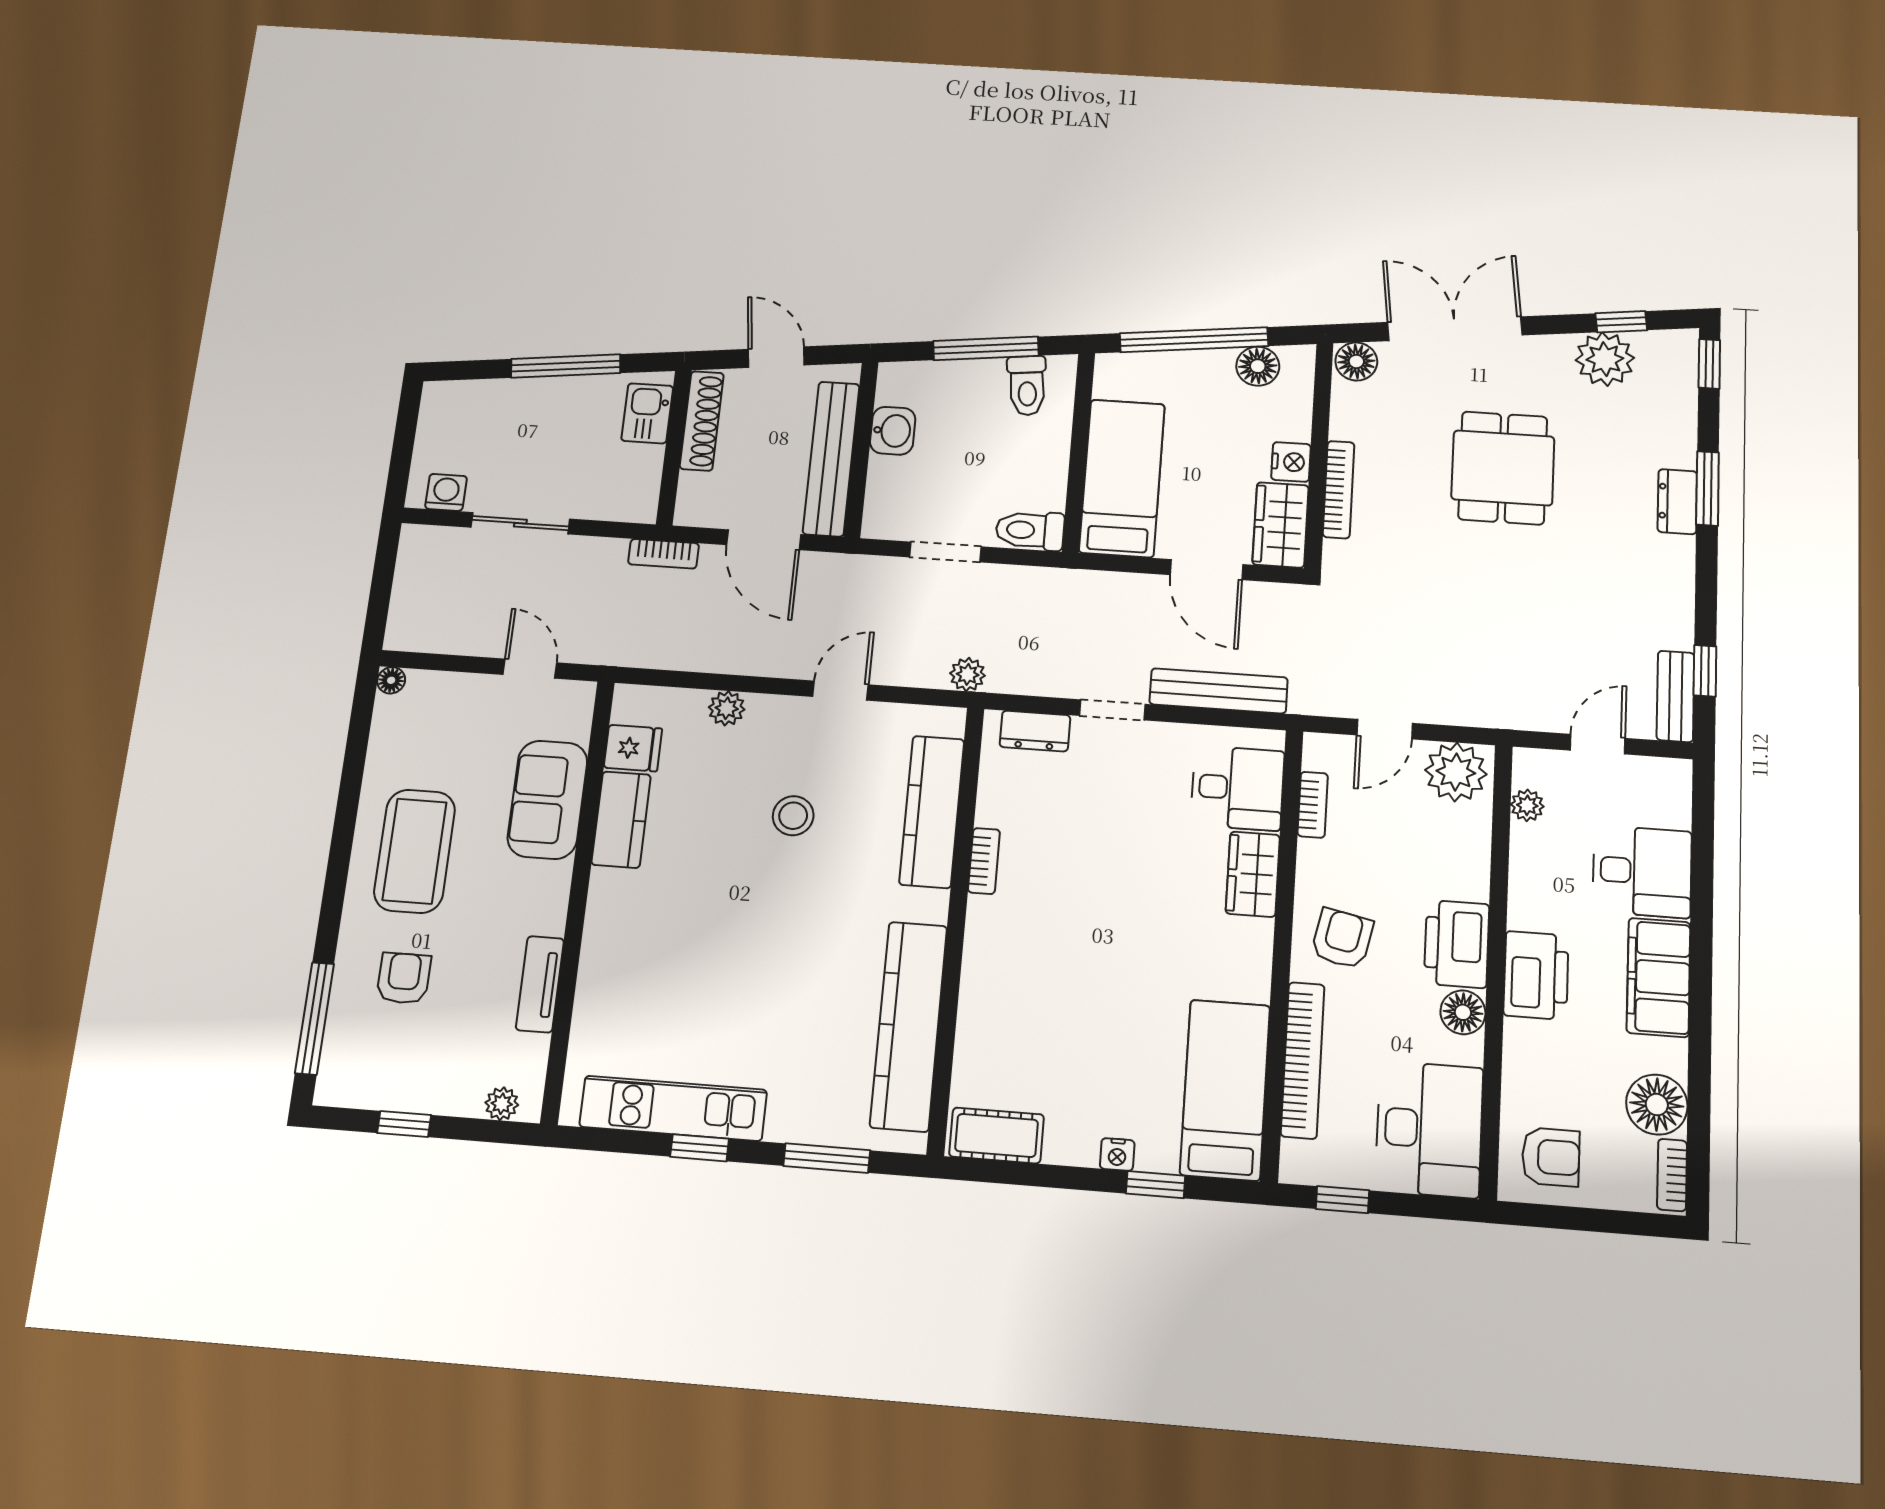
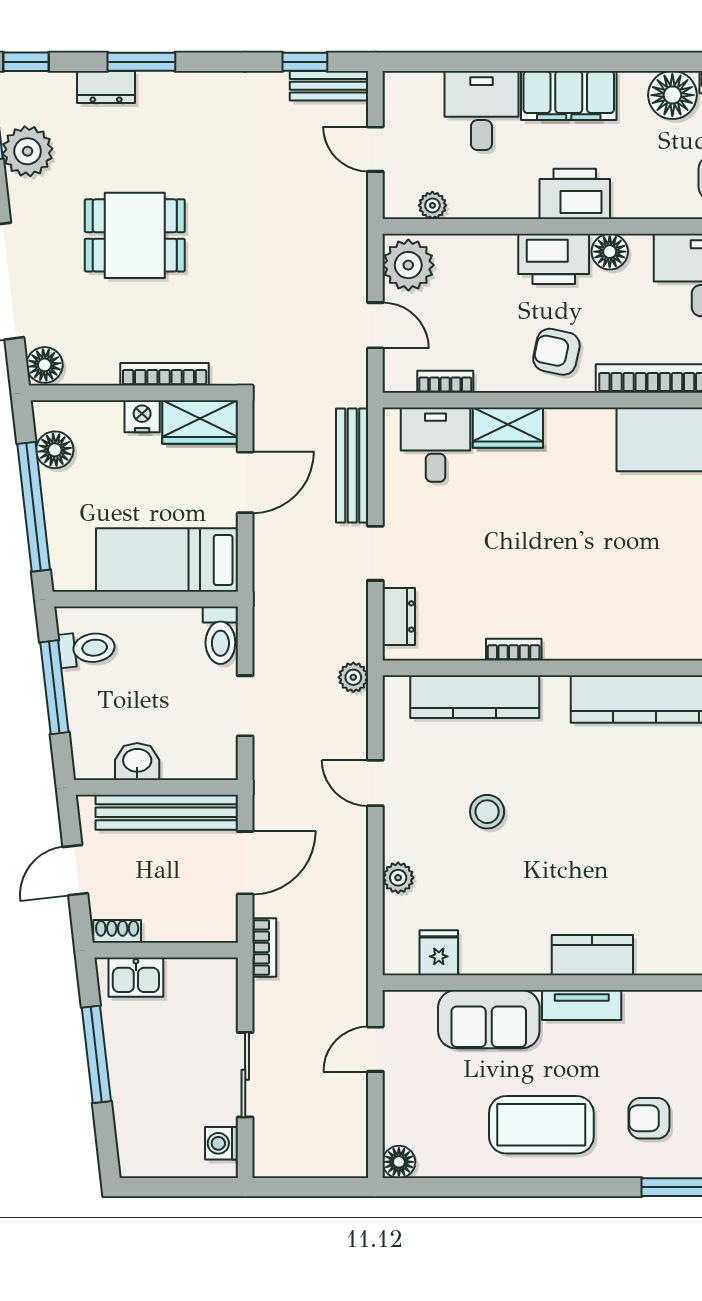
shoe rack: (702, 421) -> (117, 931), width x0.51, depth x0.81
dresser: (1677, 502) -> (106, 87), moved
floor lamp: (391, 680) -> (399, 1162), width x1.37, depth x1.37
kitchen counter: (621, 820) -> (592, 955), moved
tv unit: (540, 984) -> (582, 1005), moved

